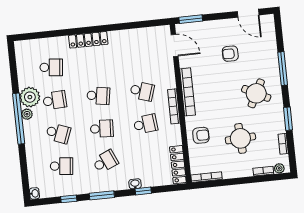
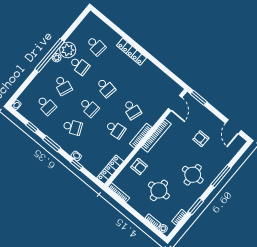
round table: (256, 93) -> (193, 175), turned -30

